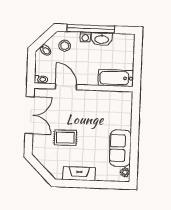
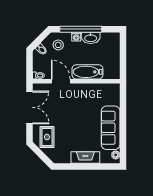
bathtub: (116, 78) -> (87, 72), moved
rug: (65, 138) -> (47, 137), moved, turned 90
sofa: (120, 148) -> (111, 128), width x1.36
fireplace: (79, 174) -> (85, 157), moved

